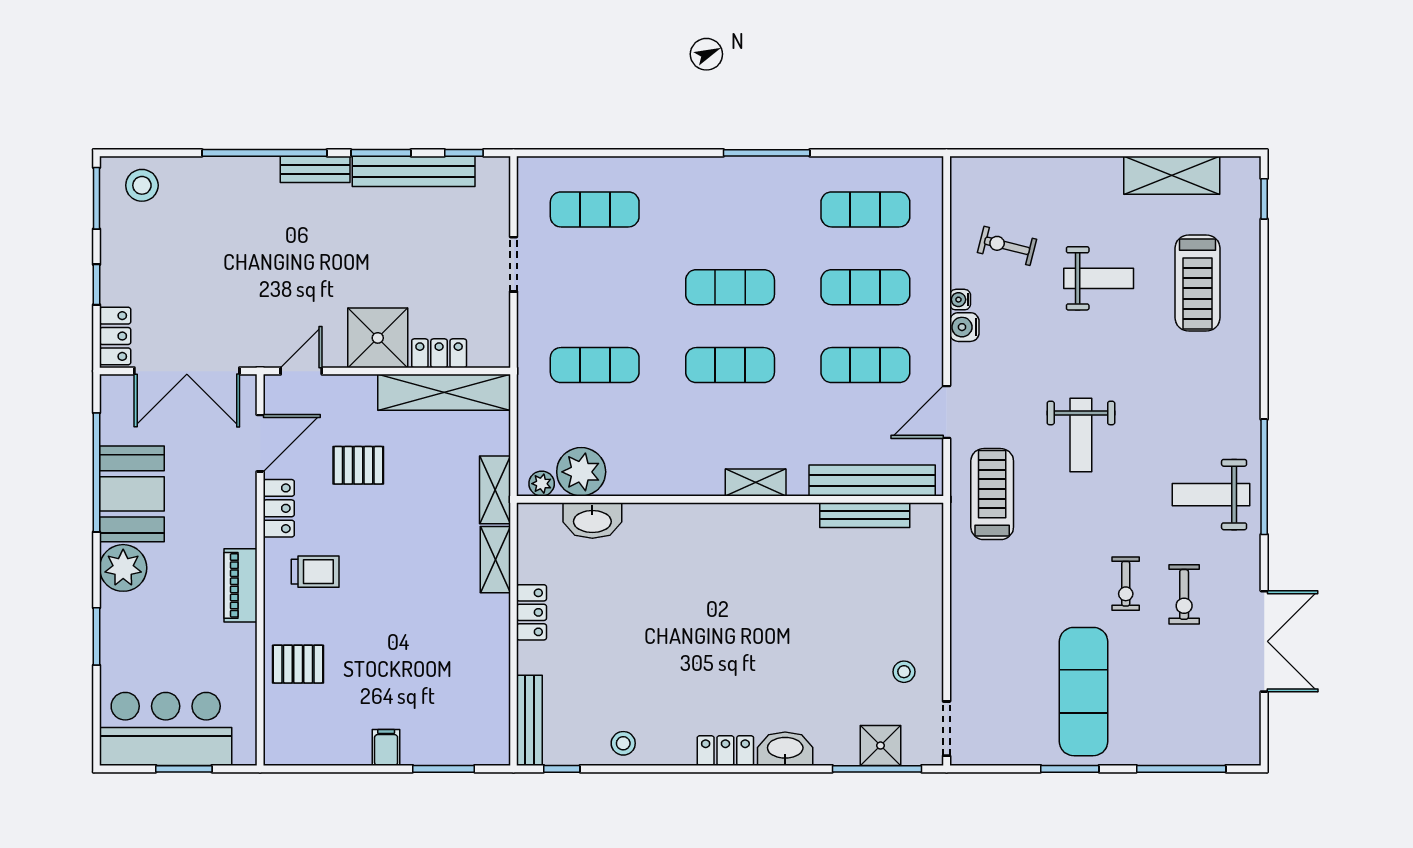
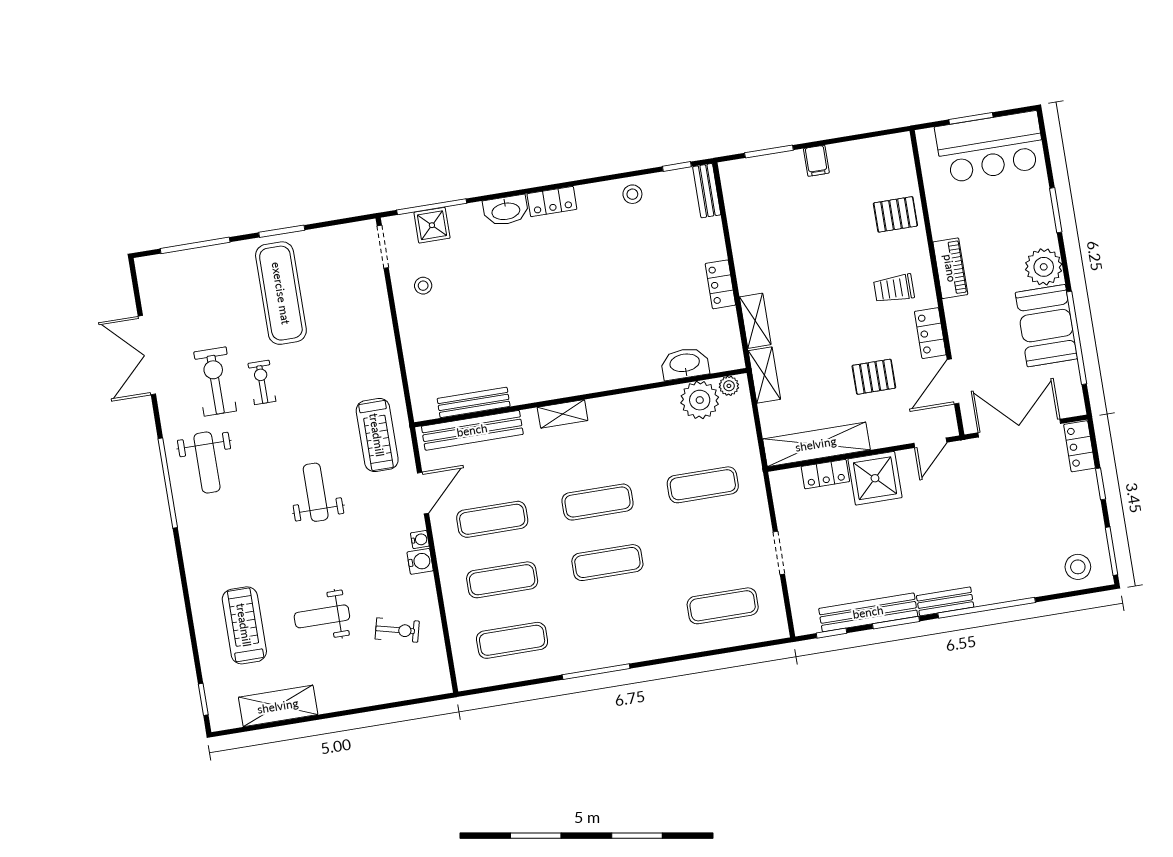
water cooler: (960, 300) -> (420, 540), moved
weight bench: (1211, 495) -> (207, 463), turned 90
exercise bike: (1184, 594) -> (215, 381), width x1.38, depth x1.39
bench: (529, 720) -> (707, 191), width x0.73

